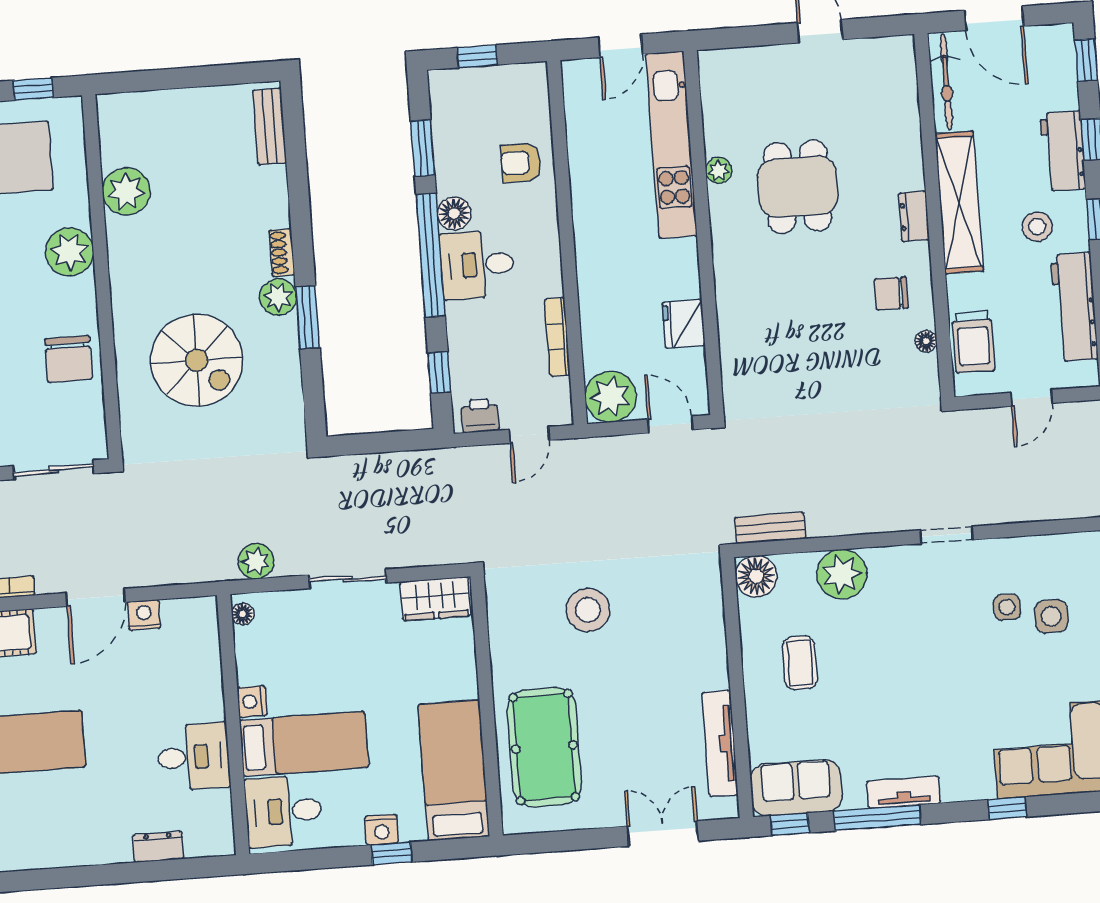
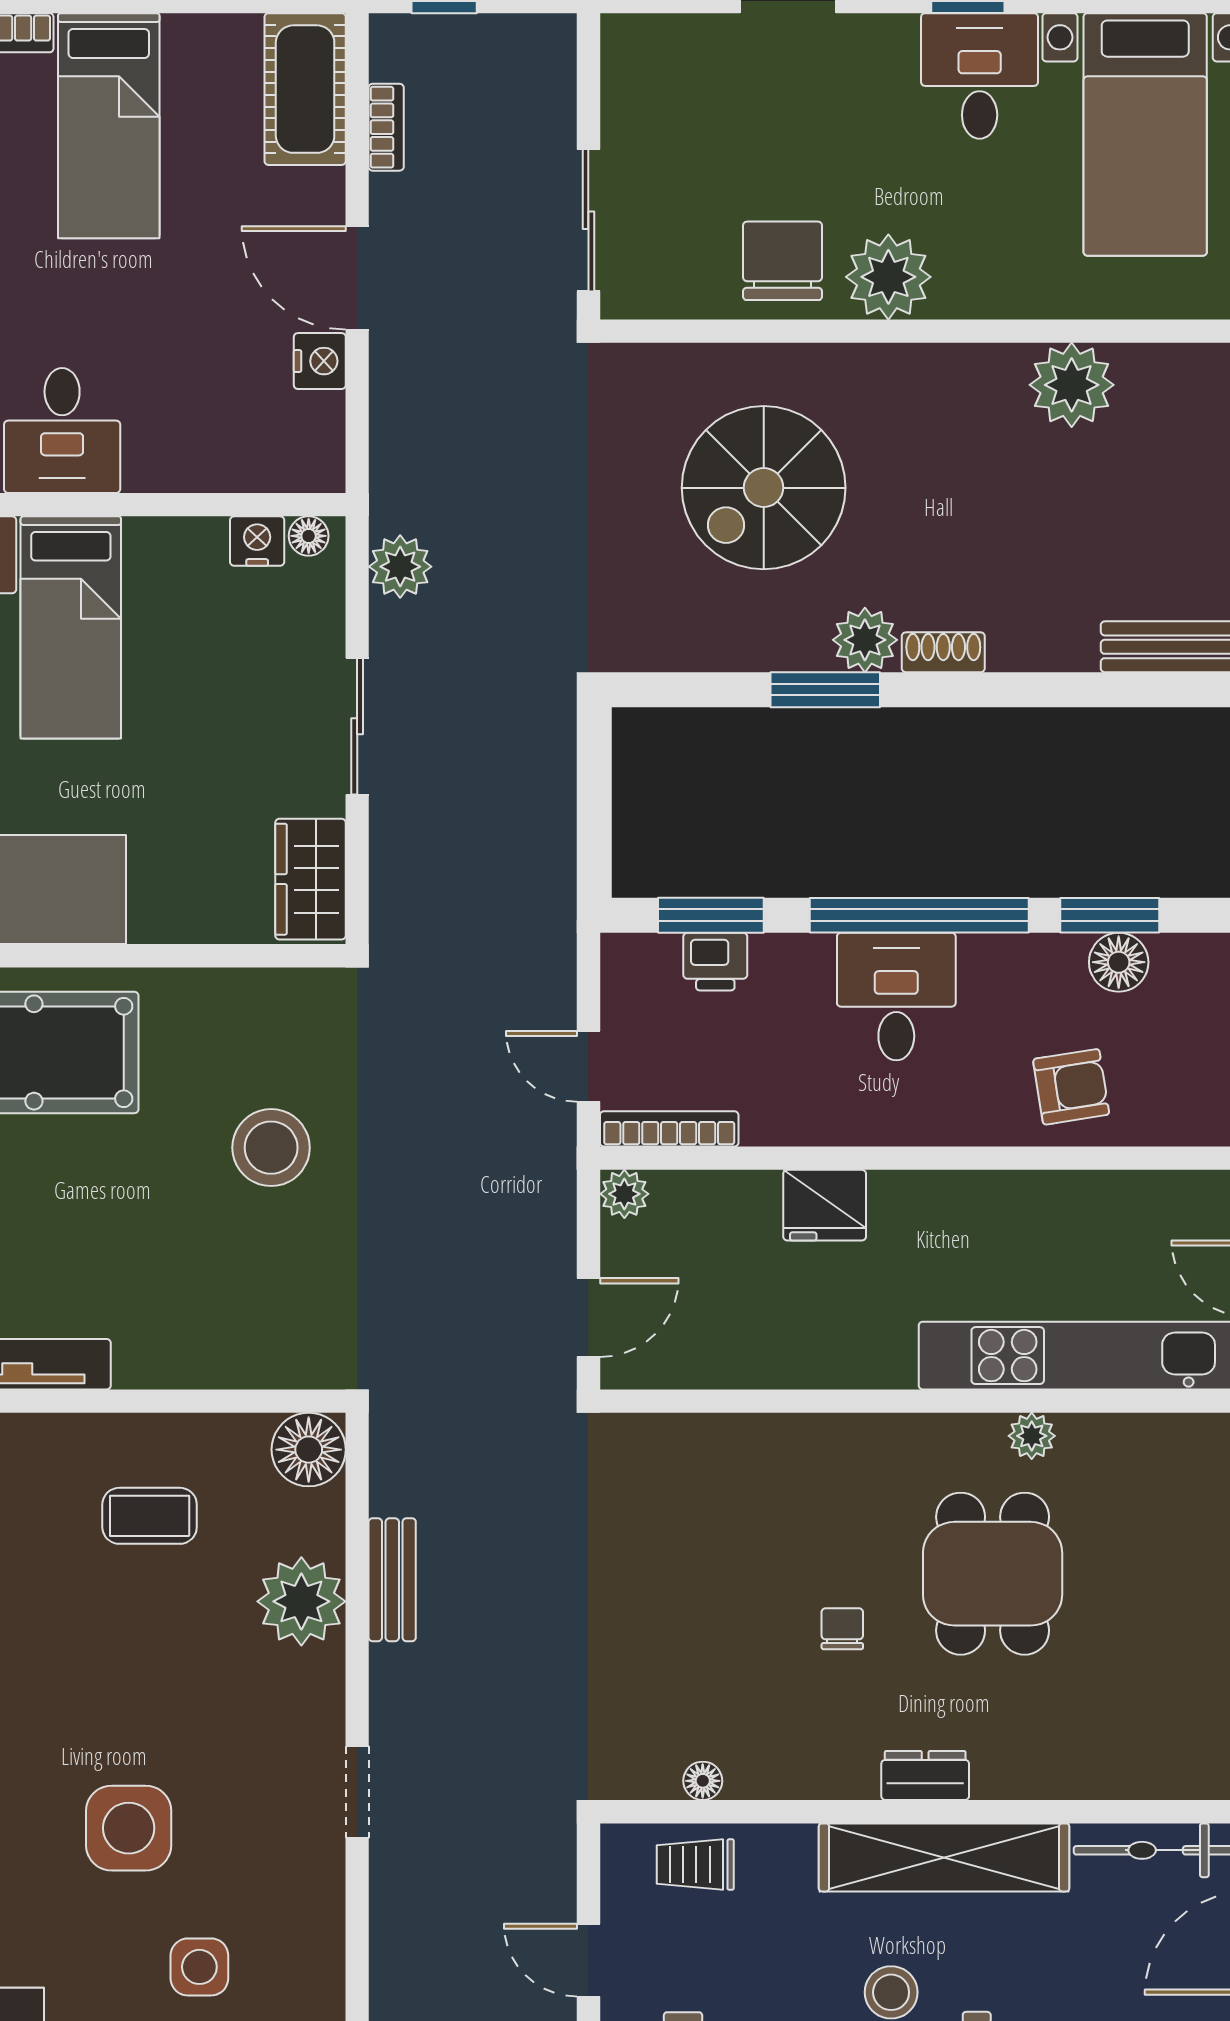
armchair: (521, 163) -> (1071, 1087), turned 81
dining table: (798, 187) -> (993, 1574), turned 90
floor lamp: (454, 214) -> (1119, 962), moved
plant: (70, 252) -> (888, 277), moved
chair: (891, 294) -> (842, 1629), moved, width x0.73, depth x0.73
fridge: (684, 324) -> (825, 1205), moved, turned 180
bookcase: (557, 337) -> (669, 1129), moved
trolley: (973, 342) -> (695, 1864), width x0.73, depth x0.72
chair: (68, 359) -> (783, 261), turned 90
window: (439, 372) -> (711, 915), width x1.50
plant: (610, 397) -> (624, 1194), width x0.53, depth x0.53
printer: (480, 416) -> (715, 962), moved, turned 90
bench: (770, 528) -> (392, 1580), moved
side table: (1007, 607) -> (129, 1828), moved, width x1.87, depth x1.87
nightstand: (252, 702) -> (257, 541), moved

